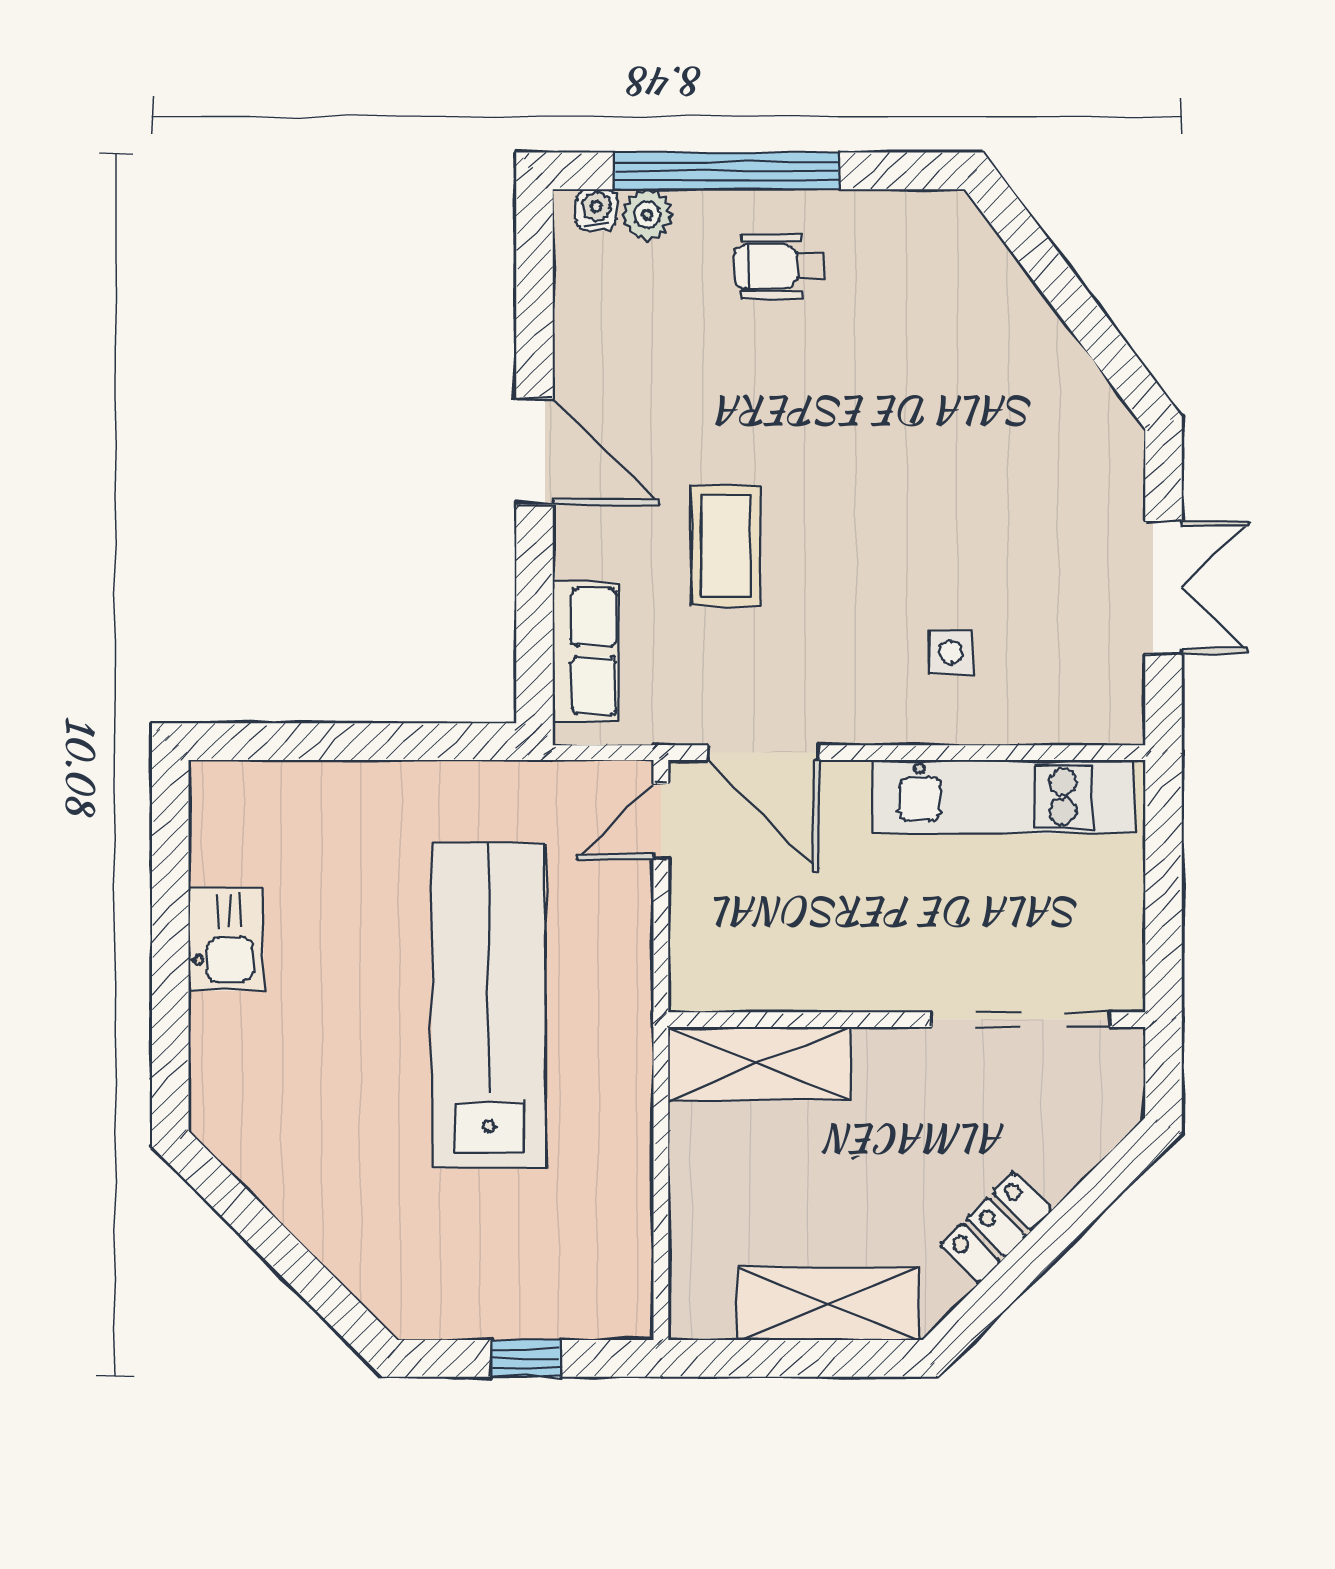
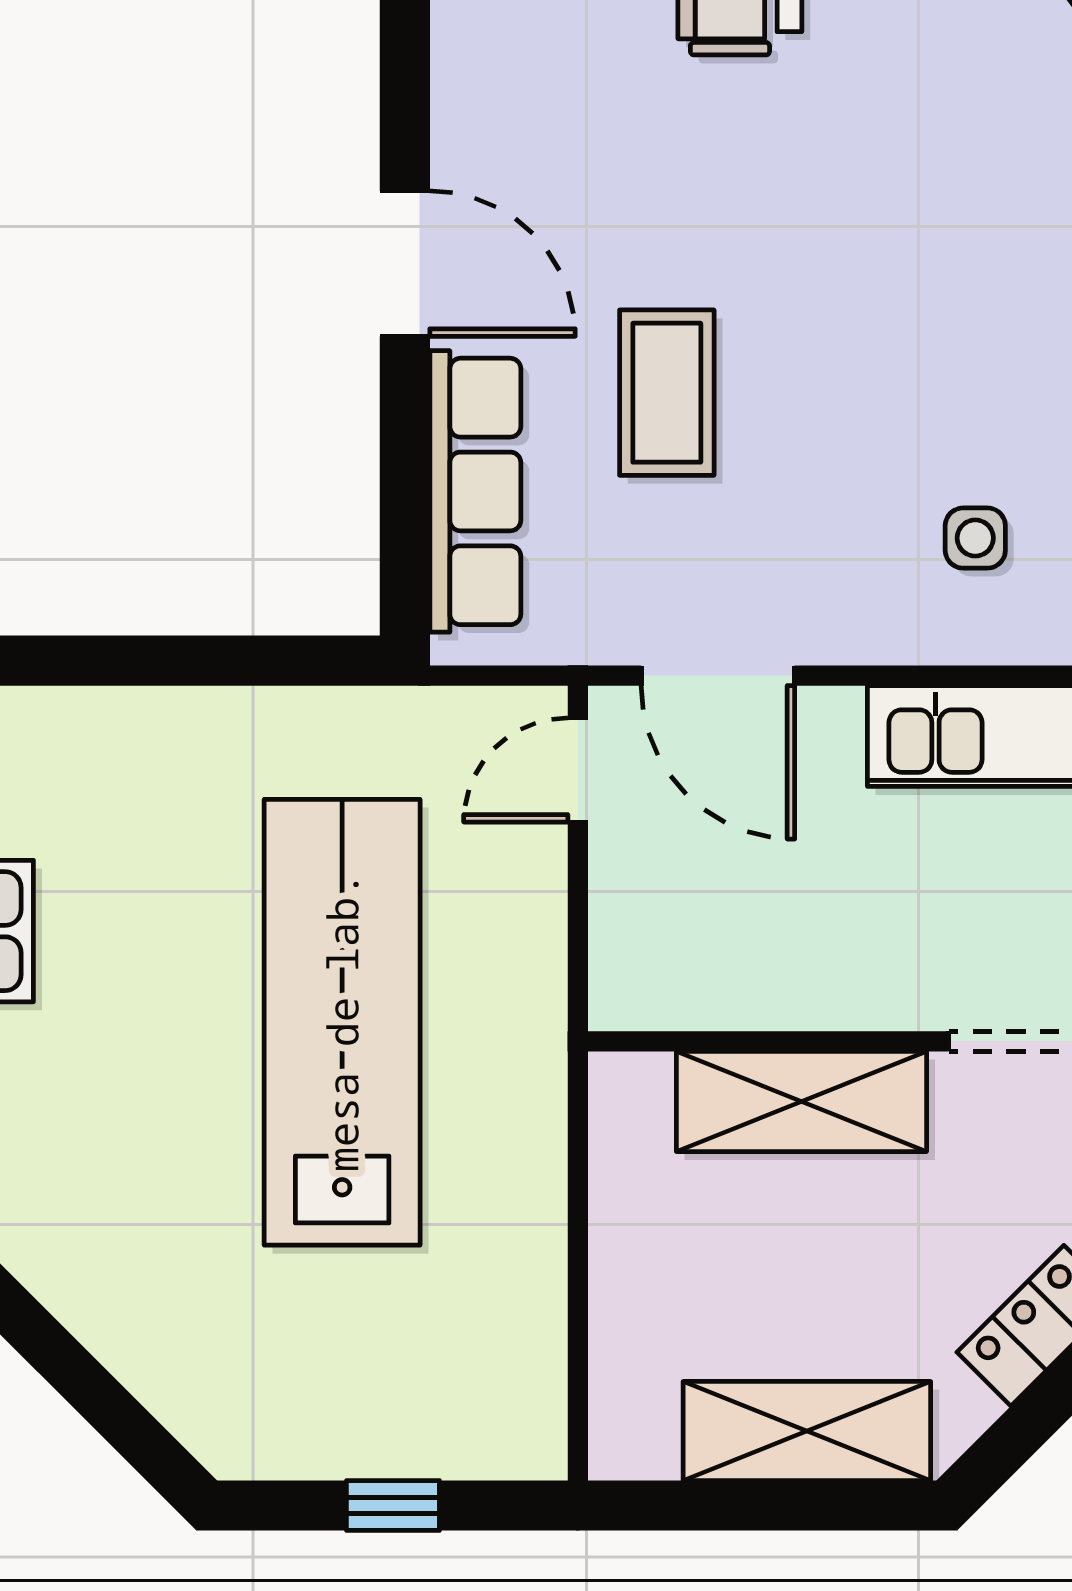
row of seats: (586, 651) -> (475, 491), width x1.48
shelving: (759, 1064) -> (801, 1101), moved

